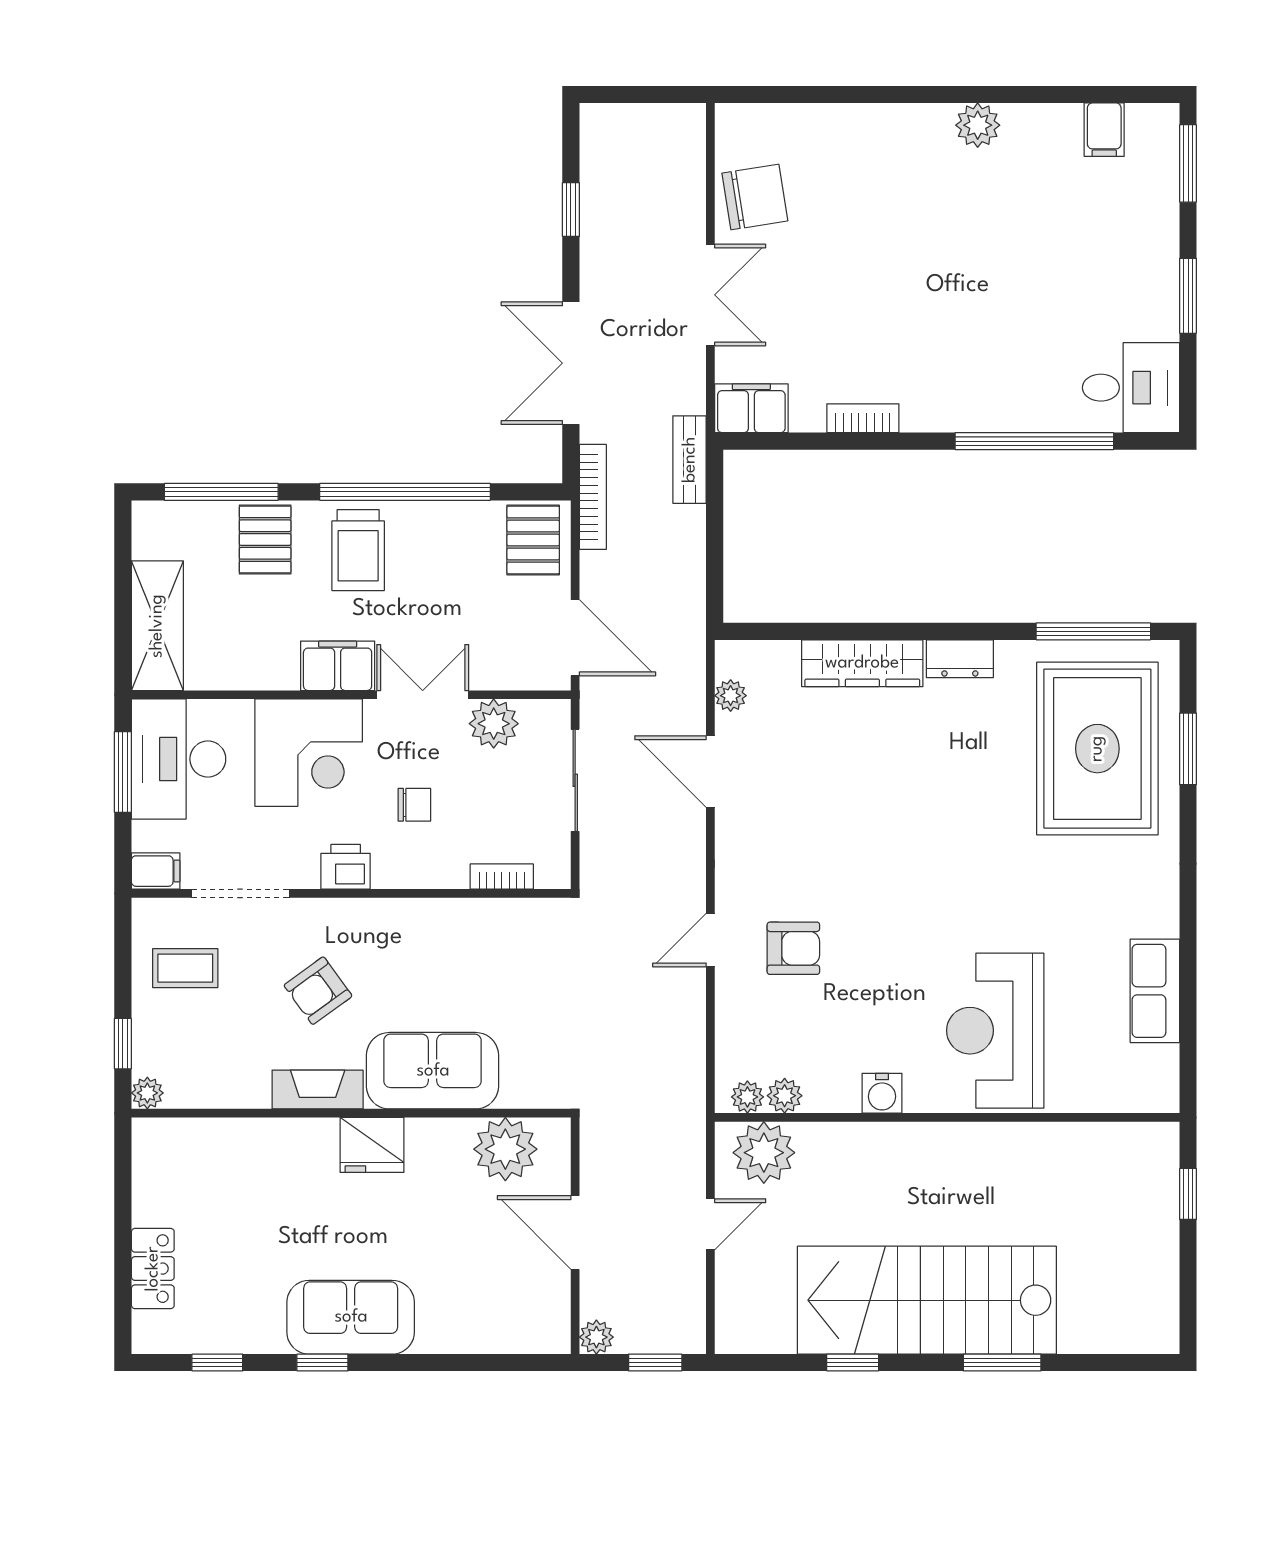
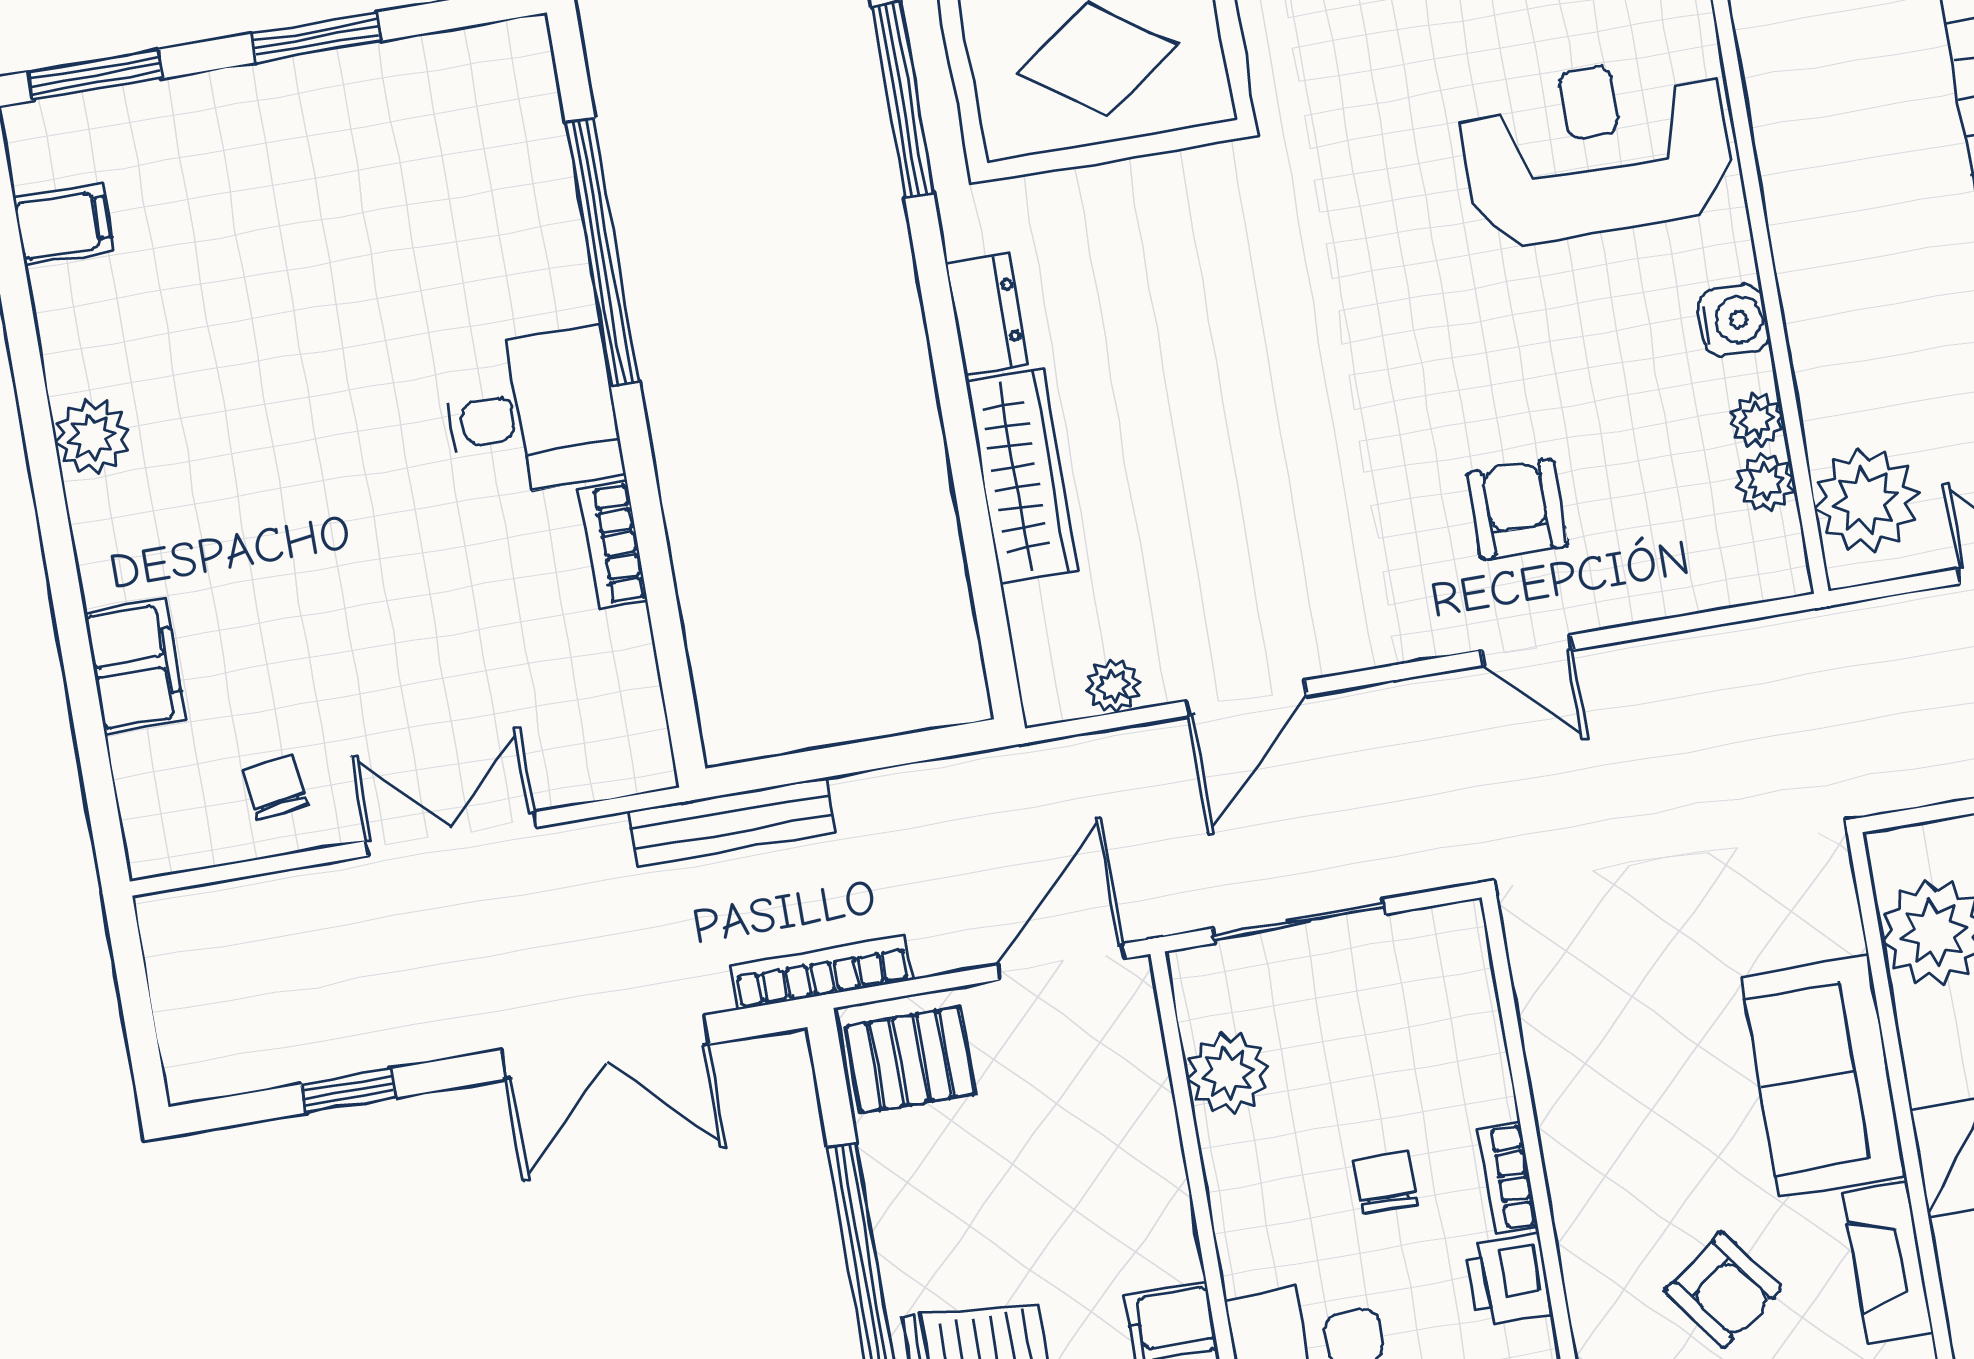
chair: (755, 197) -> (275, 788), width x0.54, depth x0.54
desk: (1131, 388) -> (532, 413), moved, turned 90
filing cabinet: (751, 408) -> (135, 666), moved, turned 180
bench: (690, 460) -> (732, 822), width x1.36
double door: (423, 695) -> (1200, 1200), removed
bookcase: (502, 877) -> (1508, 1177), moved
reception desk: (995, 1031) -> (1597, 149), turned 180
plant: (747, 1097) -> (1757, 420), moved

